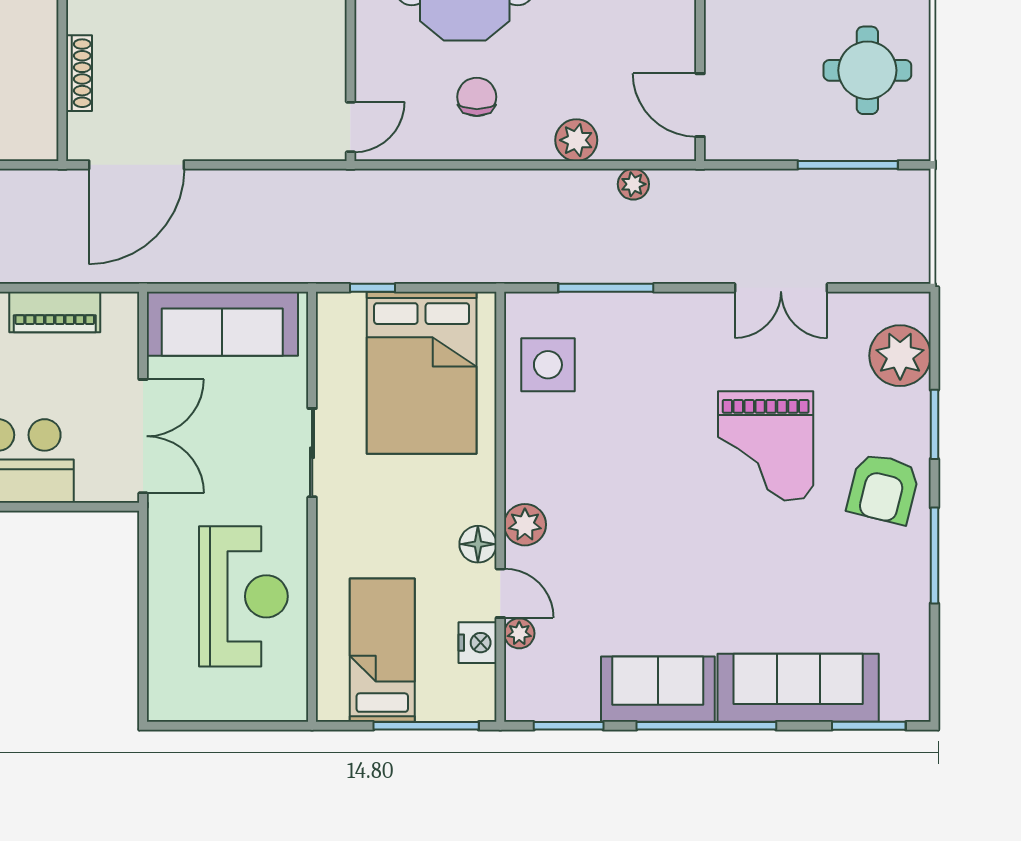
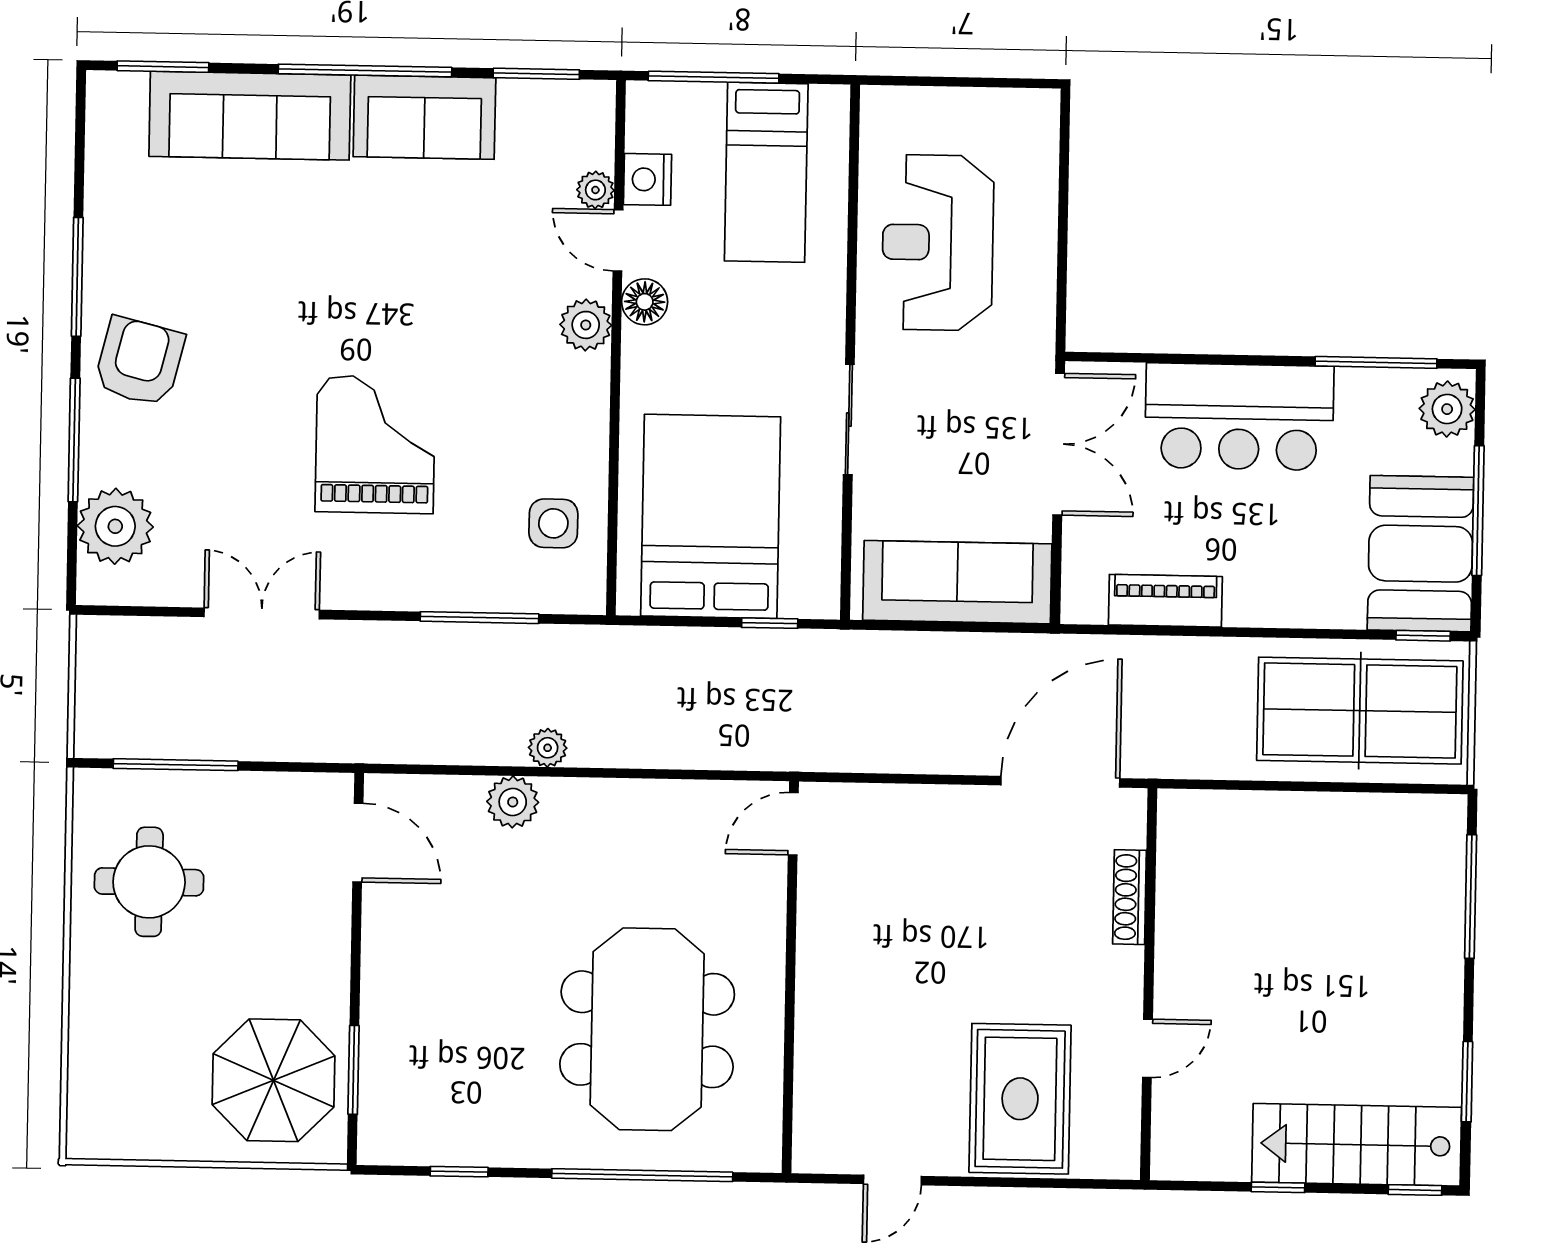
chair: (477, 97) -> (635, 858), removed
plant: (633, 184) -> (548, 748), moved
side table: (548, 365) -> (553, 523), width x0.73, depth x0.73
window: (934, 424) -> (74, 440), width x1.44
double door: (143, 436) -> (1059, 444), swing flipped
grand piano: (766, 446) -> (375, 445), moved

